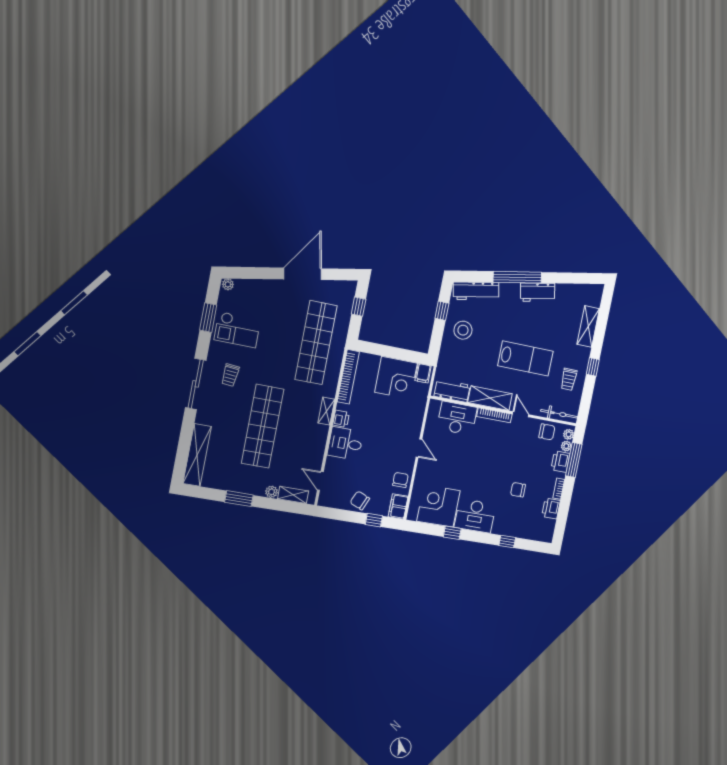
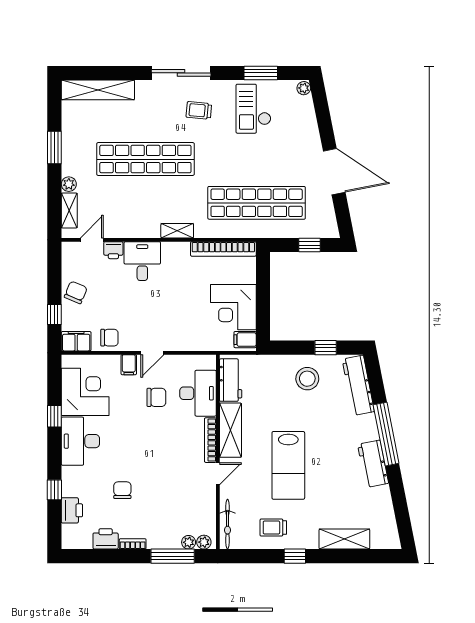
printer: (341, 419) -> (113, 250), moved
chair: (547, 432) -> (156, 397), moved, turned -90
printer: (560, 462) -> (72, 510), moved, turned 90
filing cabinet: (424, 468) -> (129, 365), added

